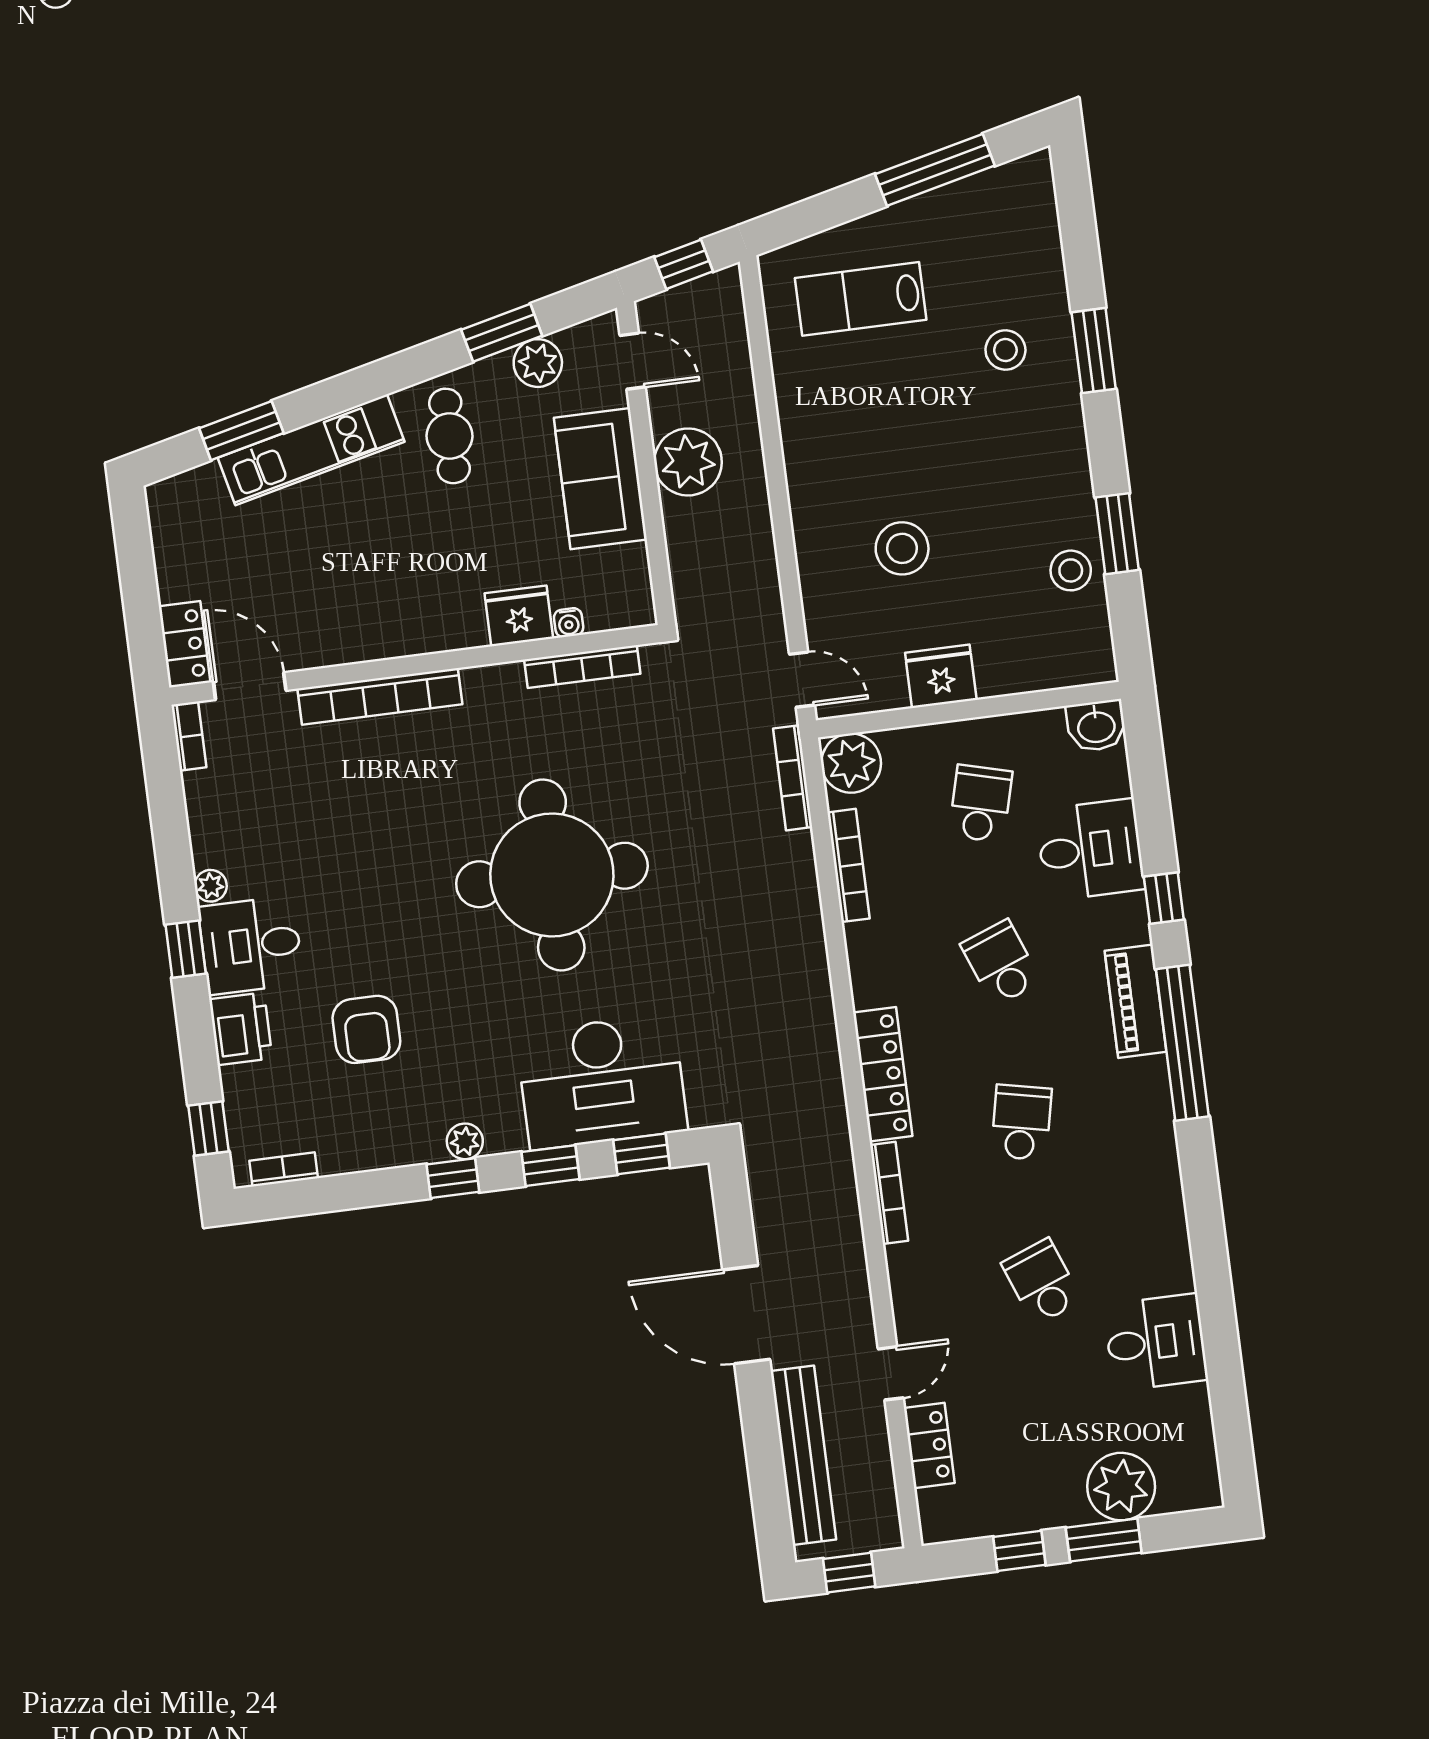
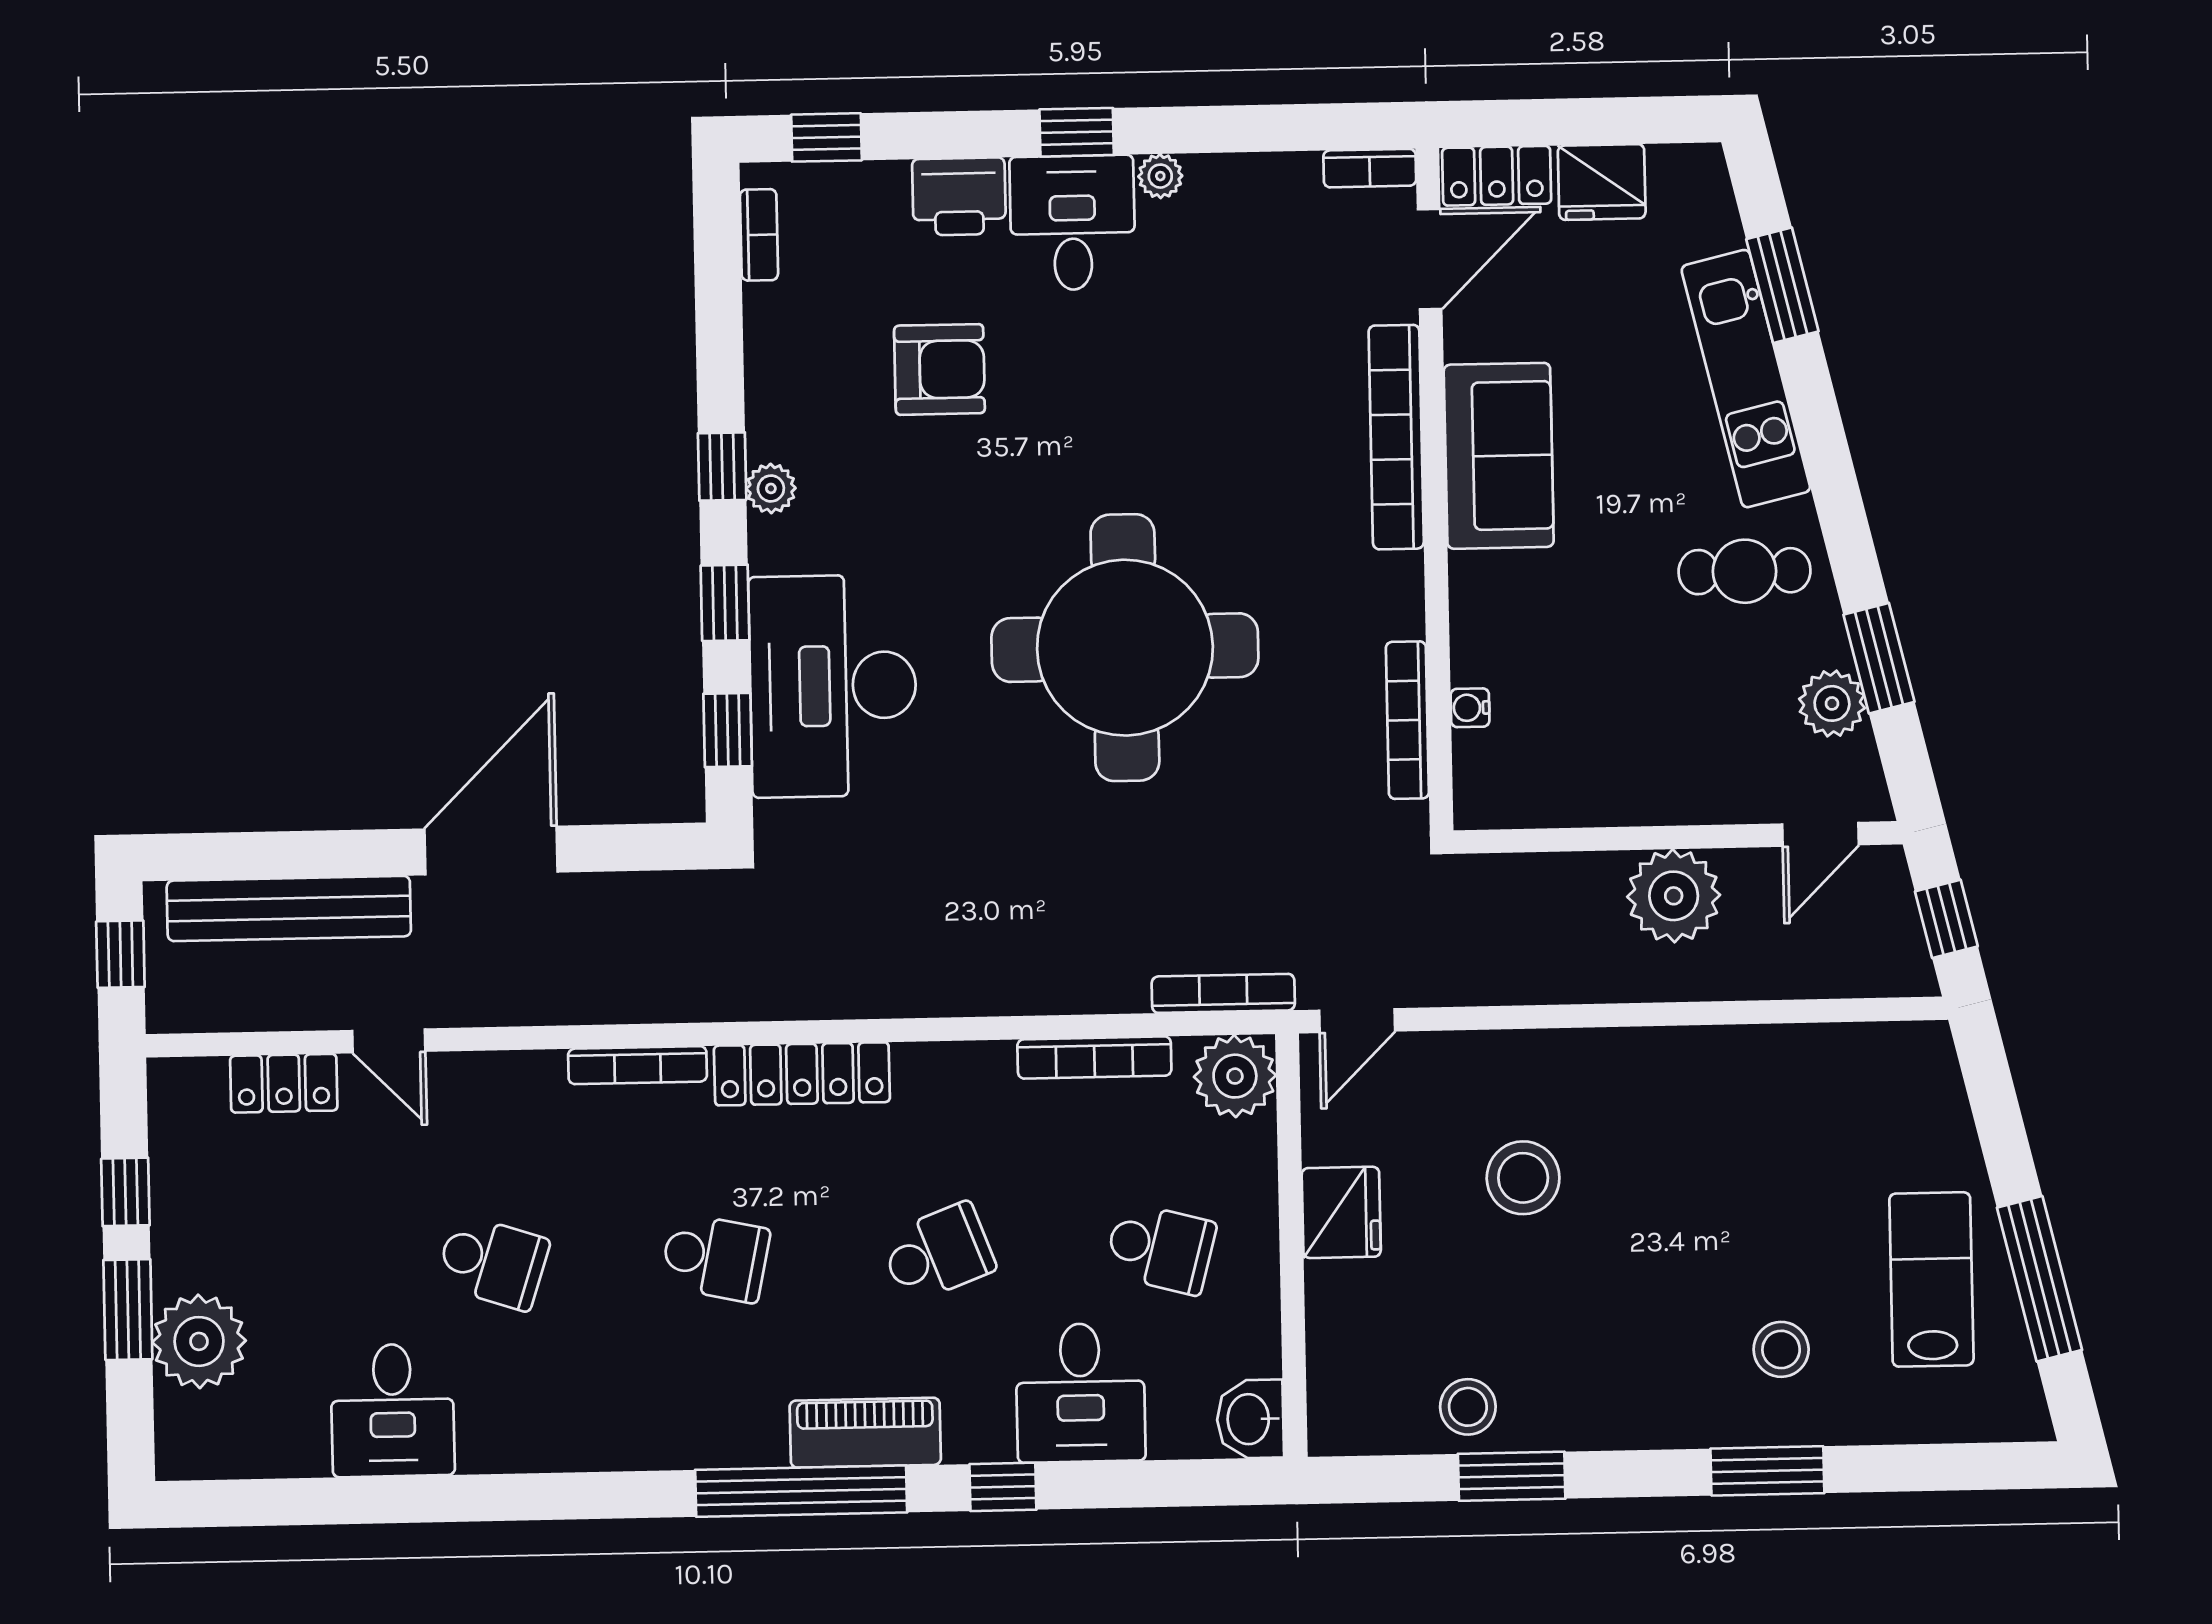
lab bench: (861, 299) -> (1931, 1279), moved
sofa: (600, 479) -> (1499, 456), moved, turned 90
fridge: (519, 616) -> (1602, 182), moved, turned 90
armchair: (366, 1029) -> (939, 369), turned 180
school desk: (1042, 1282) -> (493, 1262), turned 39

